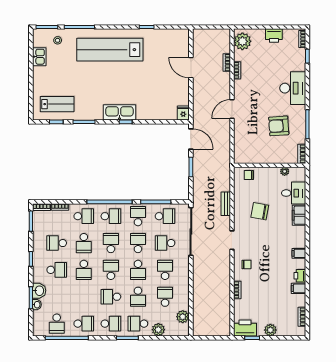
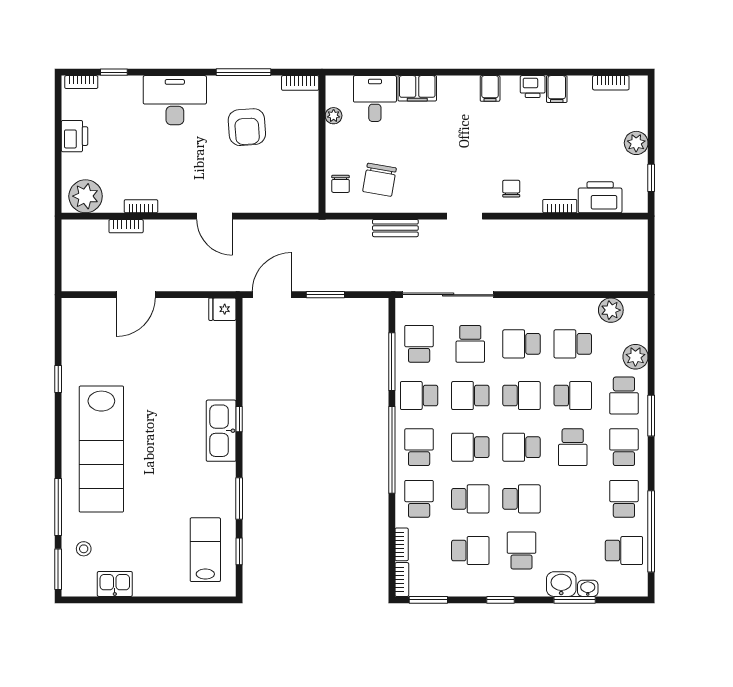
chair: (260, 211) -> (380, 180), moved
school desk: (57, 243) -> (470, 551), turned -90
printer: (245, 328) -> (600, 197), moved, turned 90

